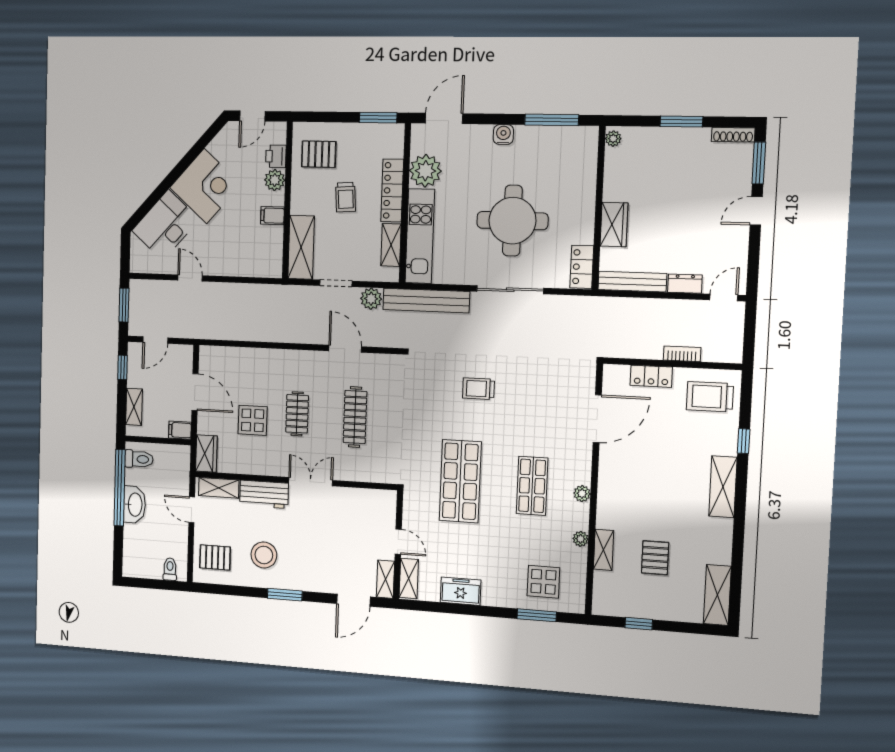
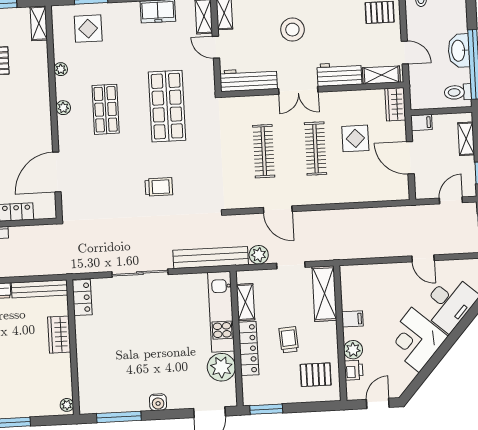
round table: (512, 221) -> (144, 331), removed
clothes rail: (297, 414) -> (316, 149), width x1.36
workbench: (365, 500) -> (249, 80), added
shelving: (604, 550) -> (39, 23), moved
stool: (264, 555) -> (292, 30), moved

